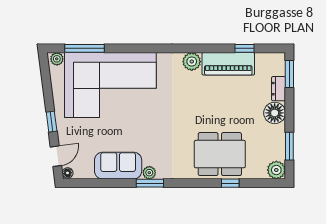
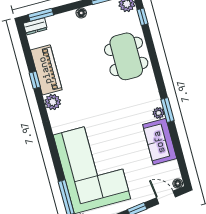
window: (245, 48) -> (35, 80), moved
dresser: (279, 89) -> (35, 26), moved
floor lamp: (275, 113) -> (81, 13), width x0.53, depth x0.53
window: (230, 183) -> (142, 17), moved

